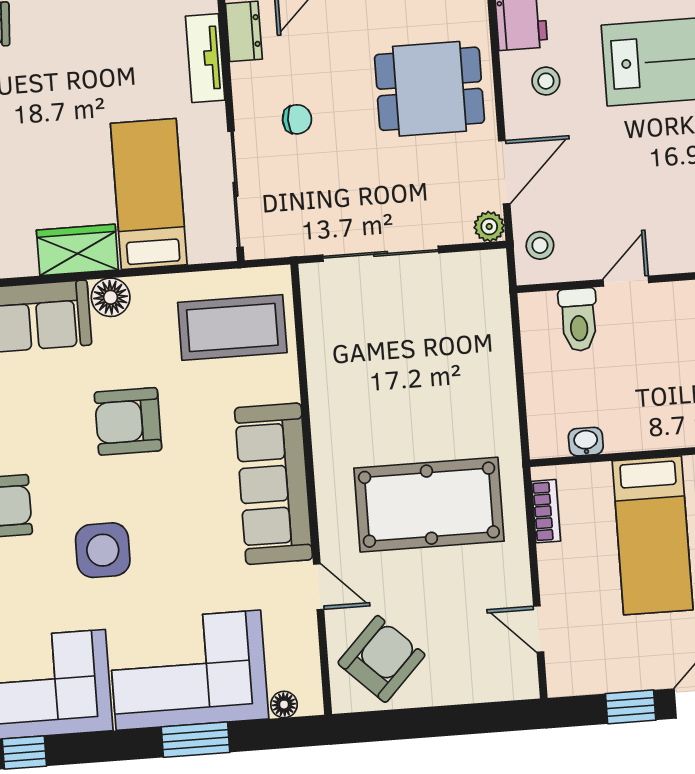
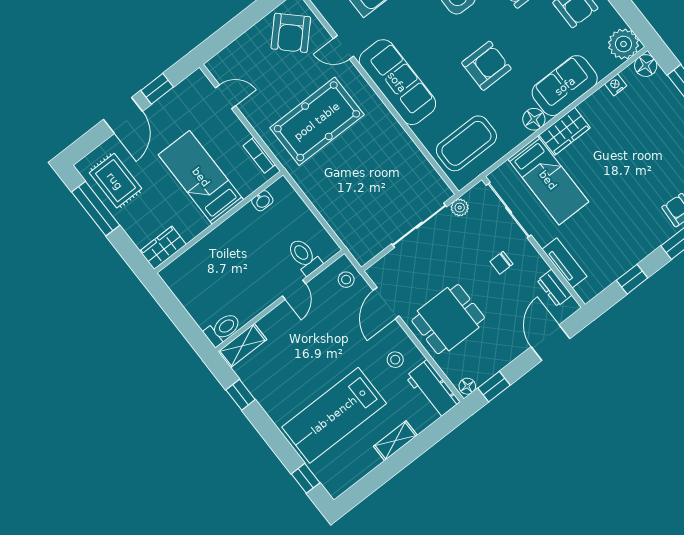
plant: (489, 227) -> (460, 208), moved

